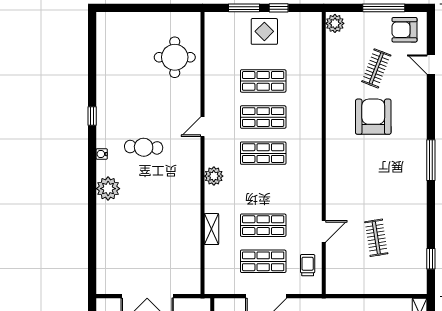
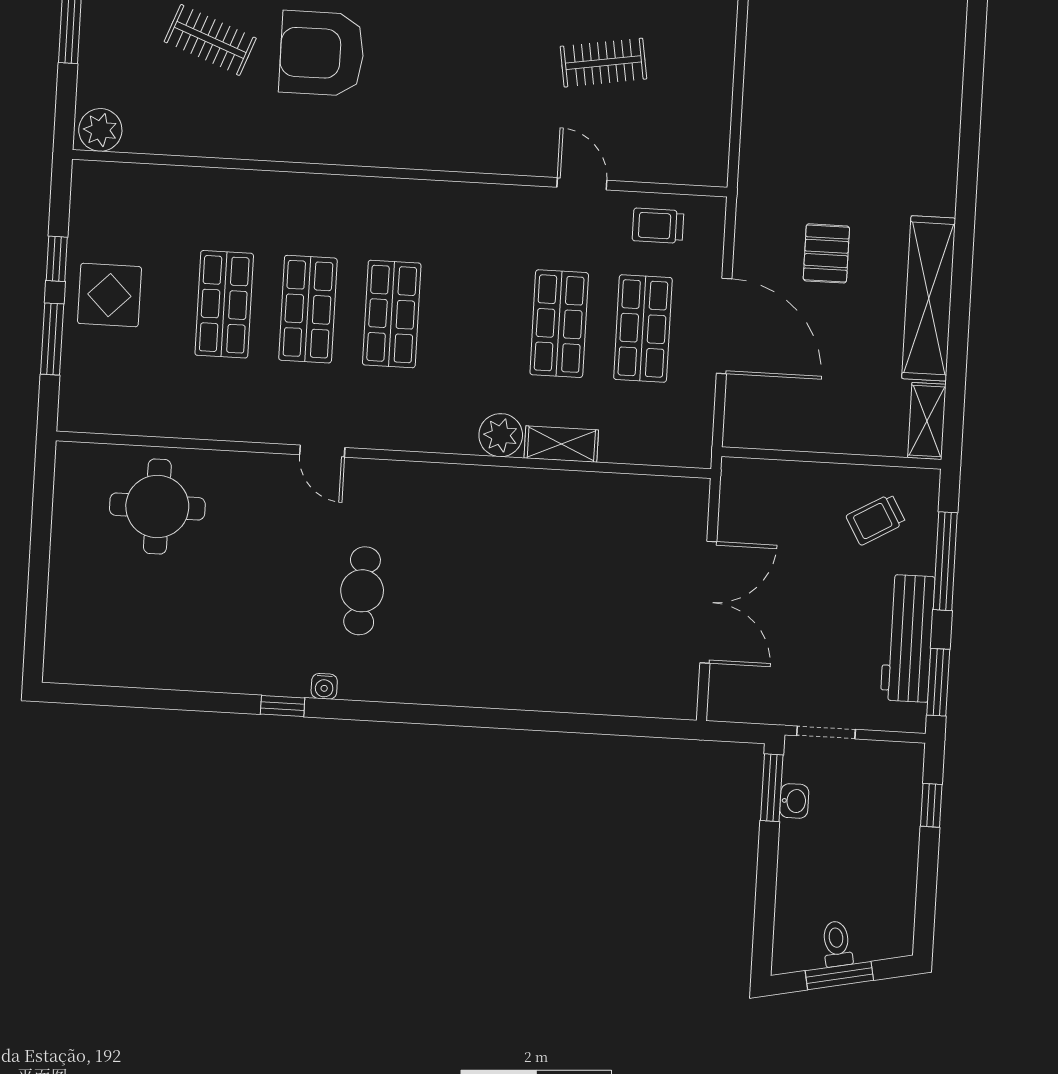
water cooler: (102, 154) -> (324, 686), moved
plant: (214, 176) -> (501, 435), moved
plant: (108, 189) -> (453, 679), removed

